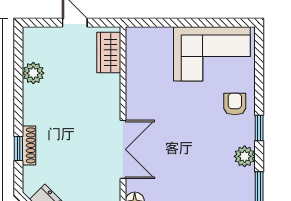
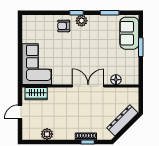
corner sofa: (212, 54) -> (37, 64), moved
plant: (245, 156) -> (82, 21), moved

